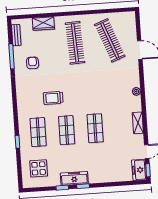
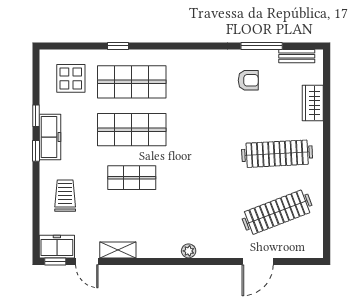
trolley: (53, 98) -> (65, 196), moved
shelving: (138, 123) -> (118, 250), moved
shop shelf: (67, 130) -> (132, 130), width x1.43, depth x1.36
shop shelf: (38, 132) -> (132, 82), width x1.43, depth x1.36

